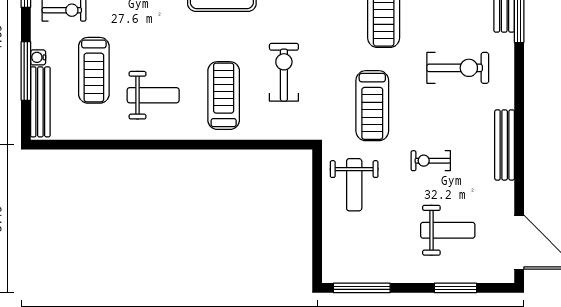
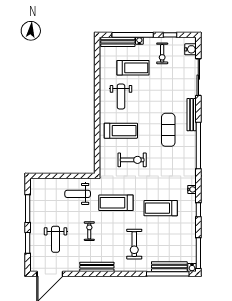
treadmill: (94, 70) -> (133, 68), turned 180
window: (26, 71) -> (133, 35), width x1.46
window: (362, 288) -> (28, 209), moved

